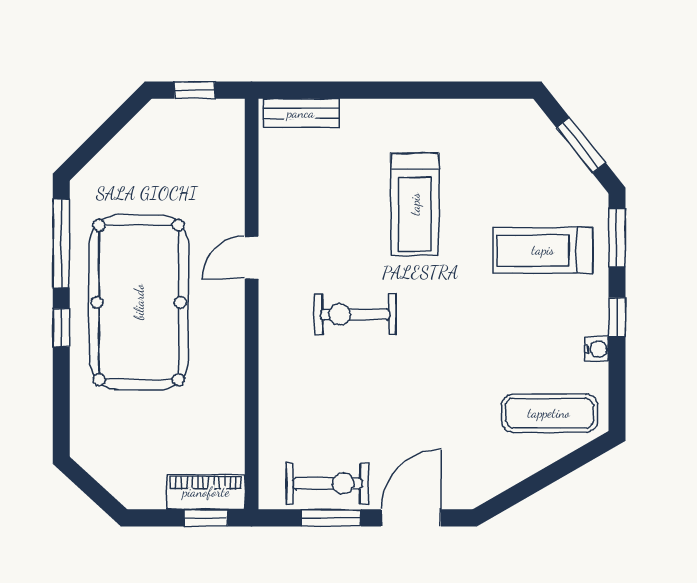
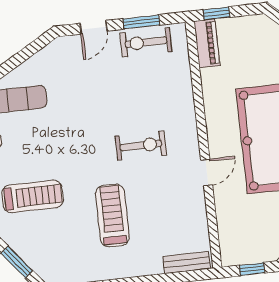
piano: (206, 492) -> (207, 43), moved, turned -90
door: (411, 518) -> (94, 27), width x0.73

